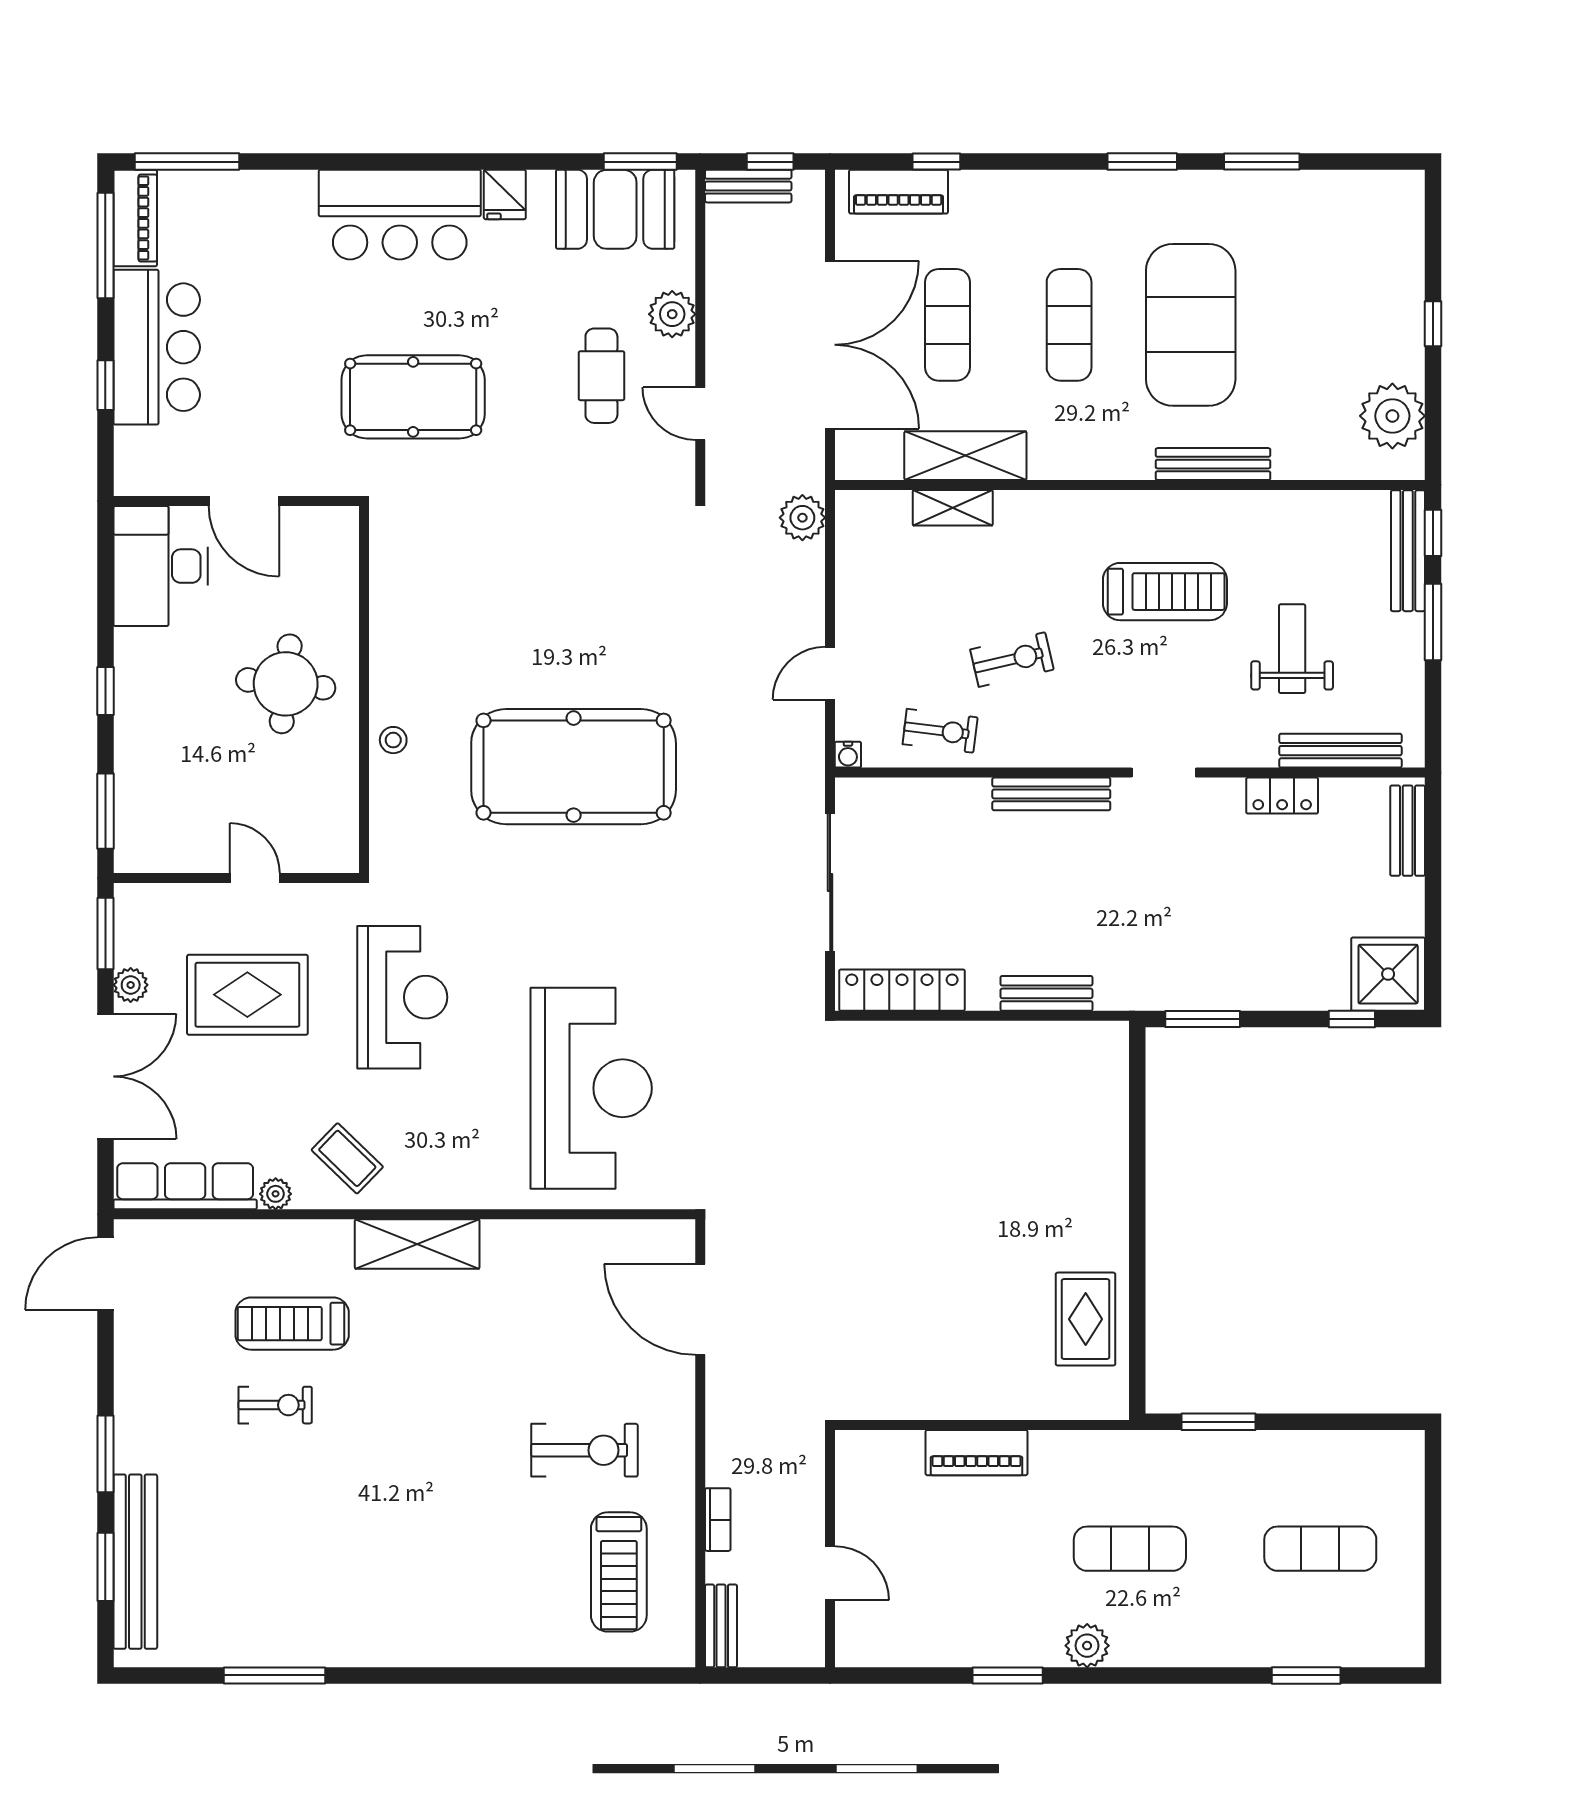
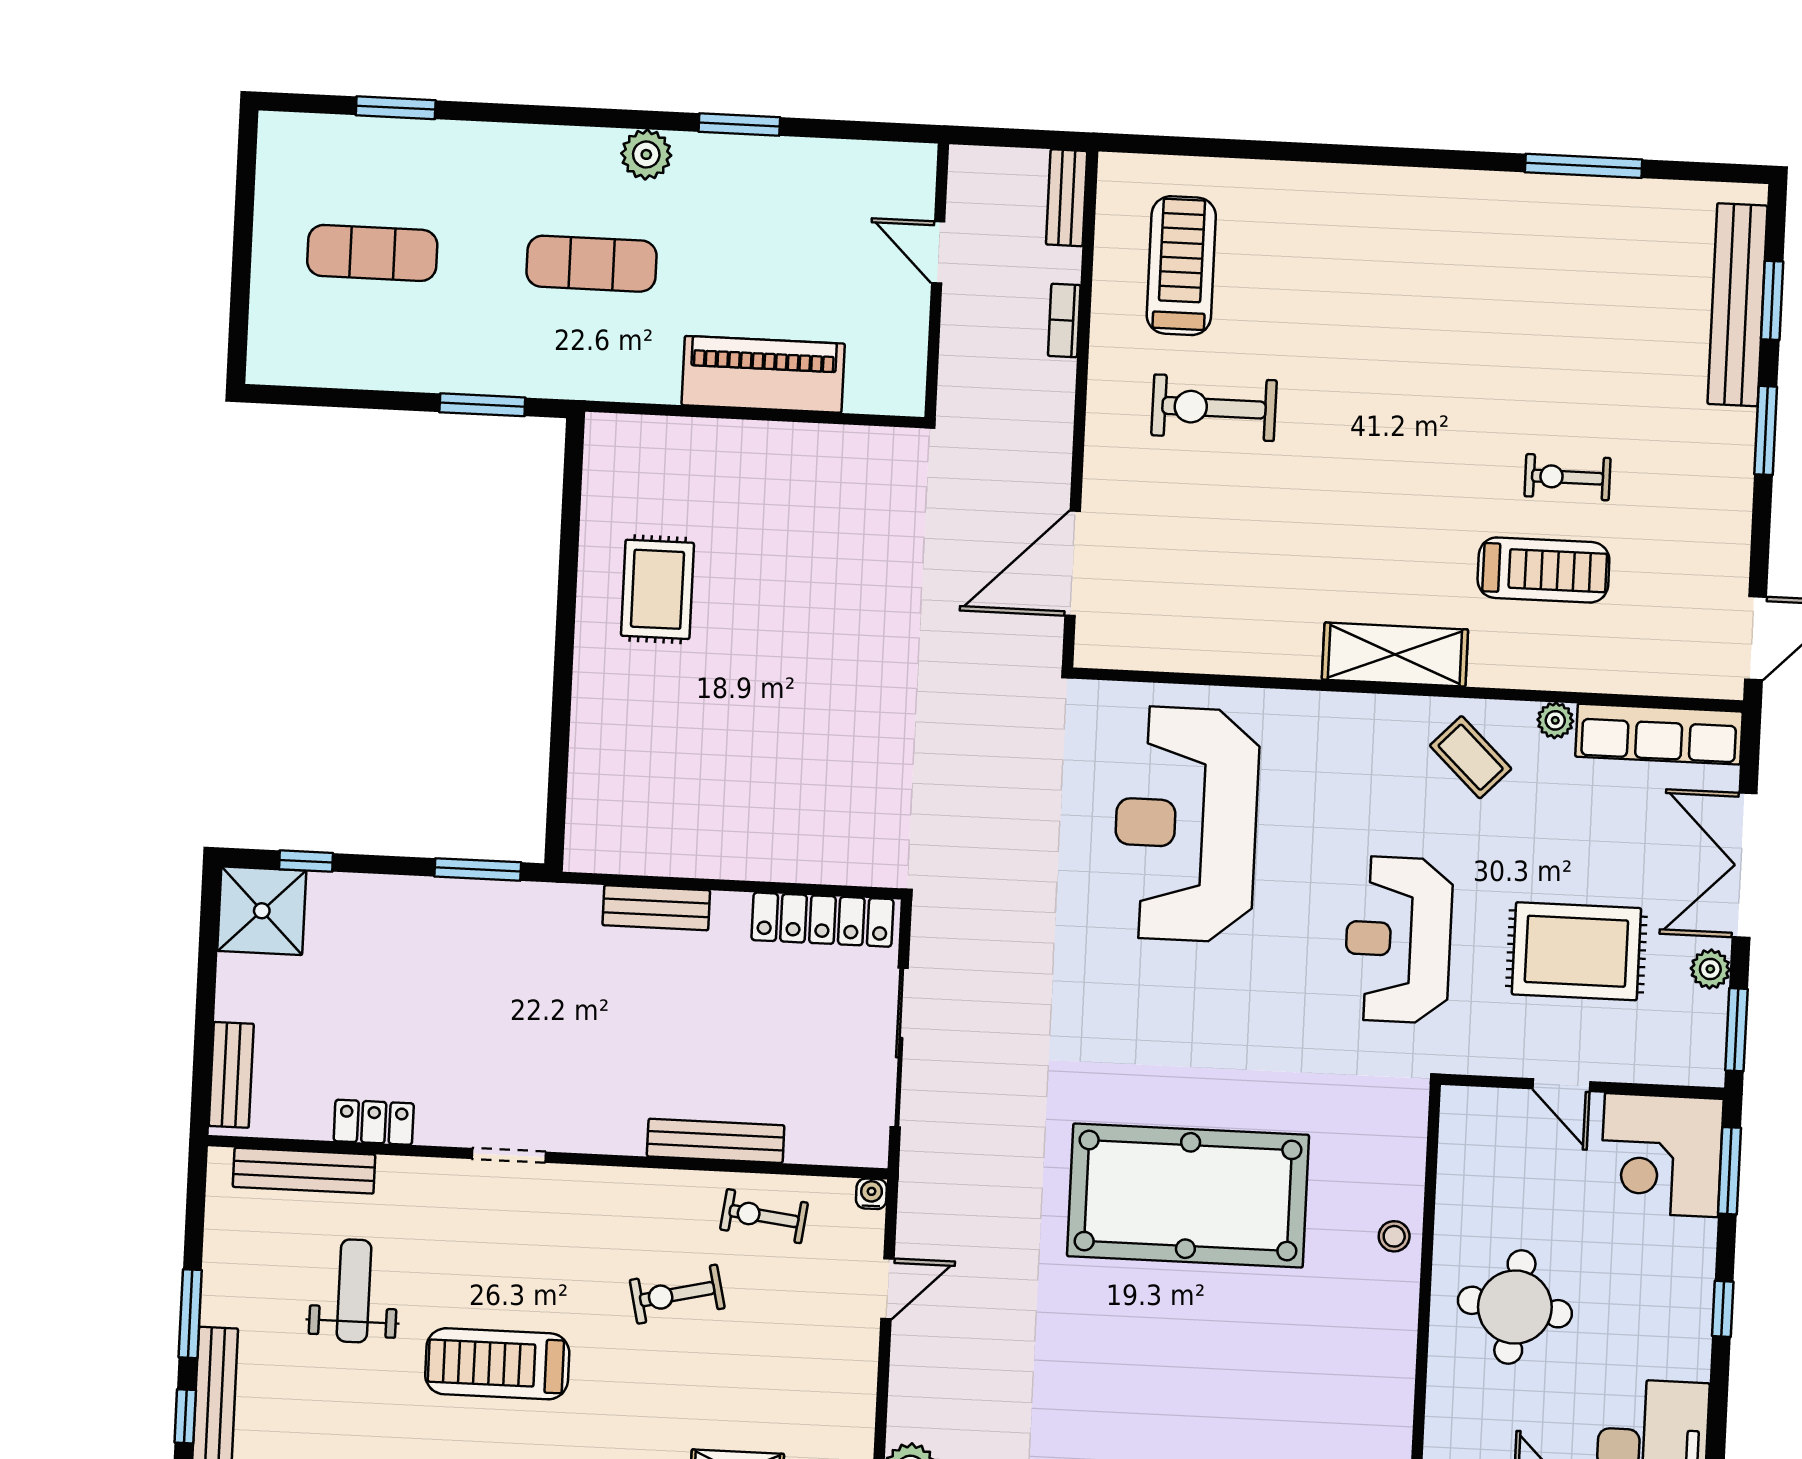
weight bench: (1292, 649) -> (354, 1291), turned 180
bench: (1051, 794) -> (716, 1141), moved
corner desk: (165, 822) -> (1661, 1155), added
door: (700, 1309) -> (1073, 563), swing flipped
rug: (1086, 1319) -> (657, 589), moved
piano: (976, 1453) -> (763, 374), width x1.37, depth x1.33

